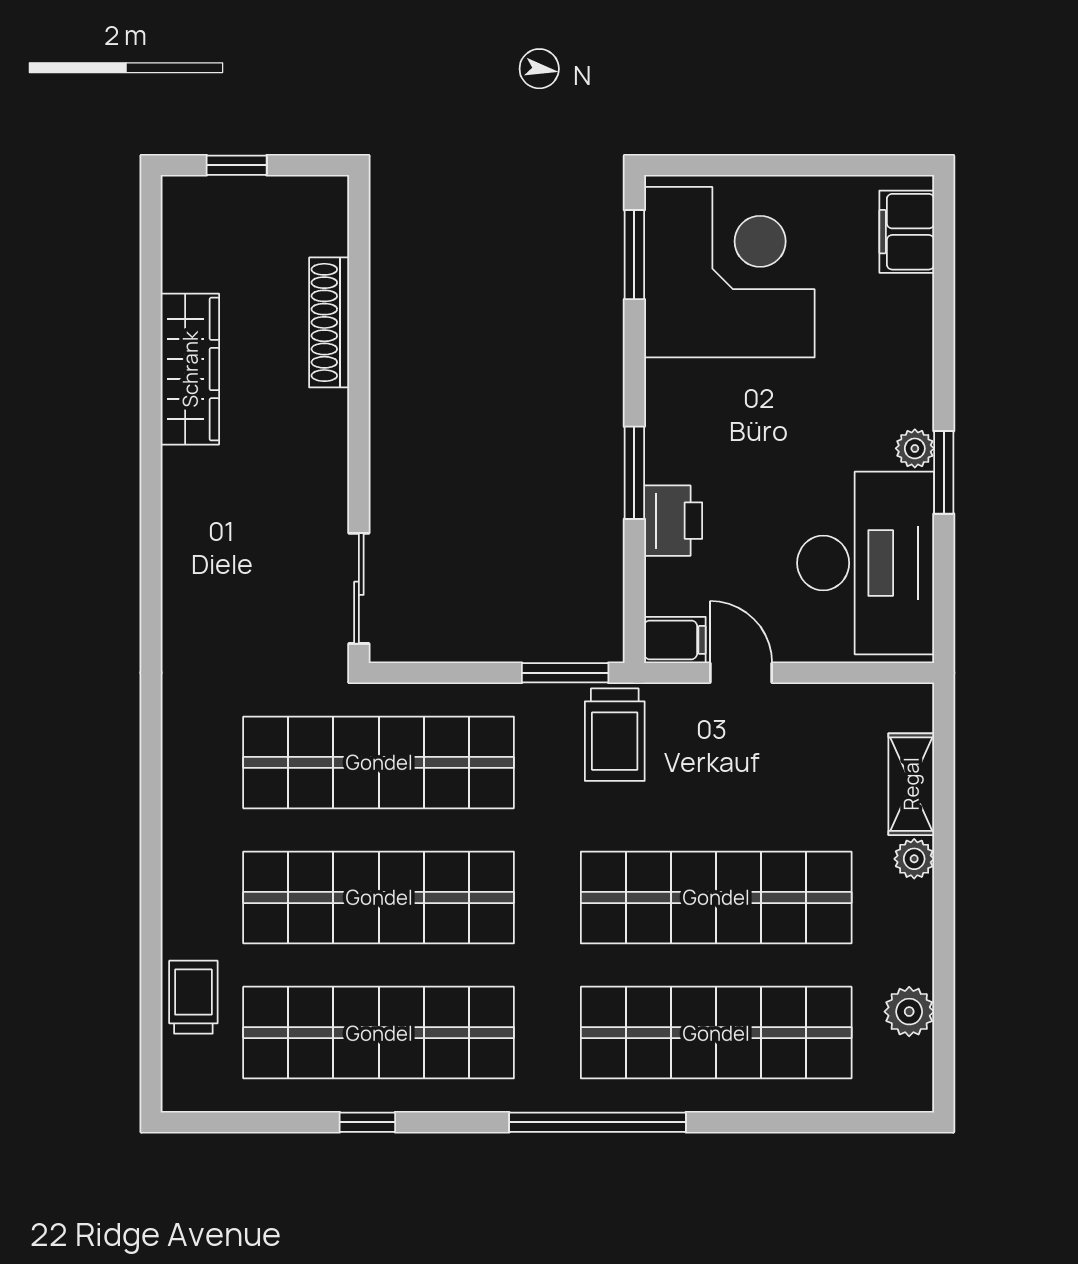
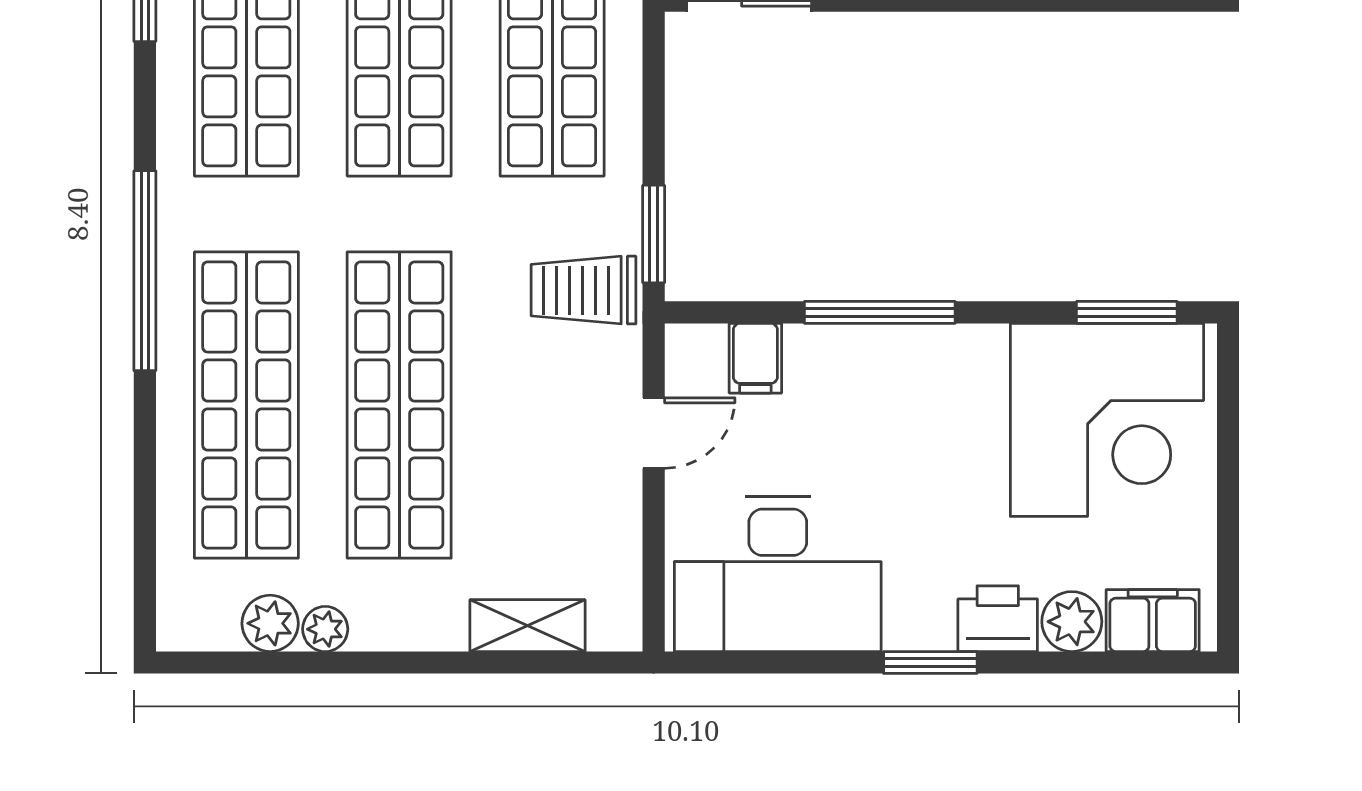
plant: (915, 448) -> (1072, 622), moved, width x1.38, depth x1.38
window: (944, 472) -> (930, 662), moved
window: (634, 473) -> (880, 312), width x1.44
printer: (673, 521) -> (998, 619), moved, turned 180
filing cabinet: (675, 640) -> (755, 358), moved
plant: (914, 859) -> (325, 629), moved

